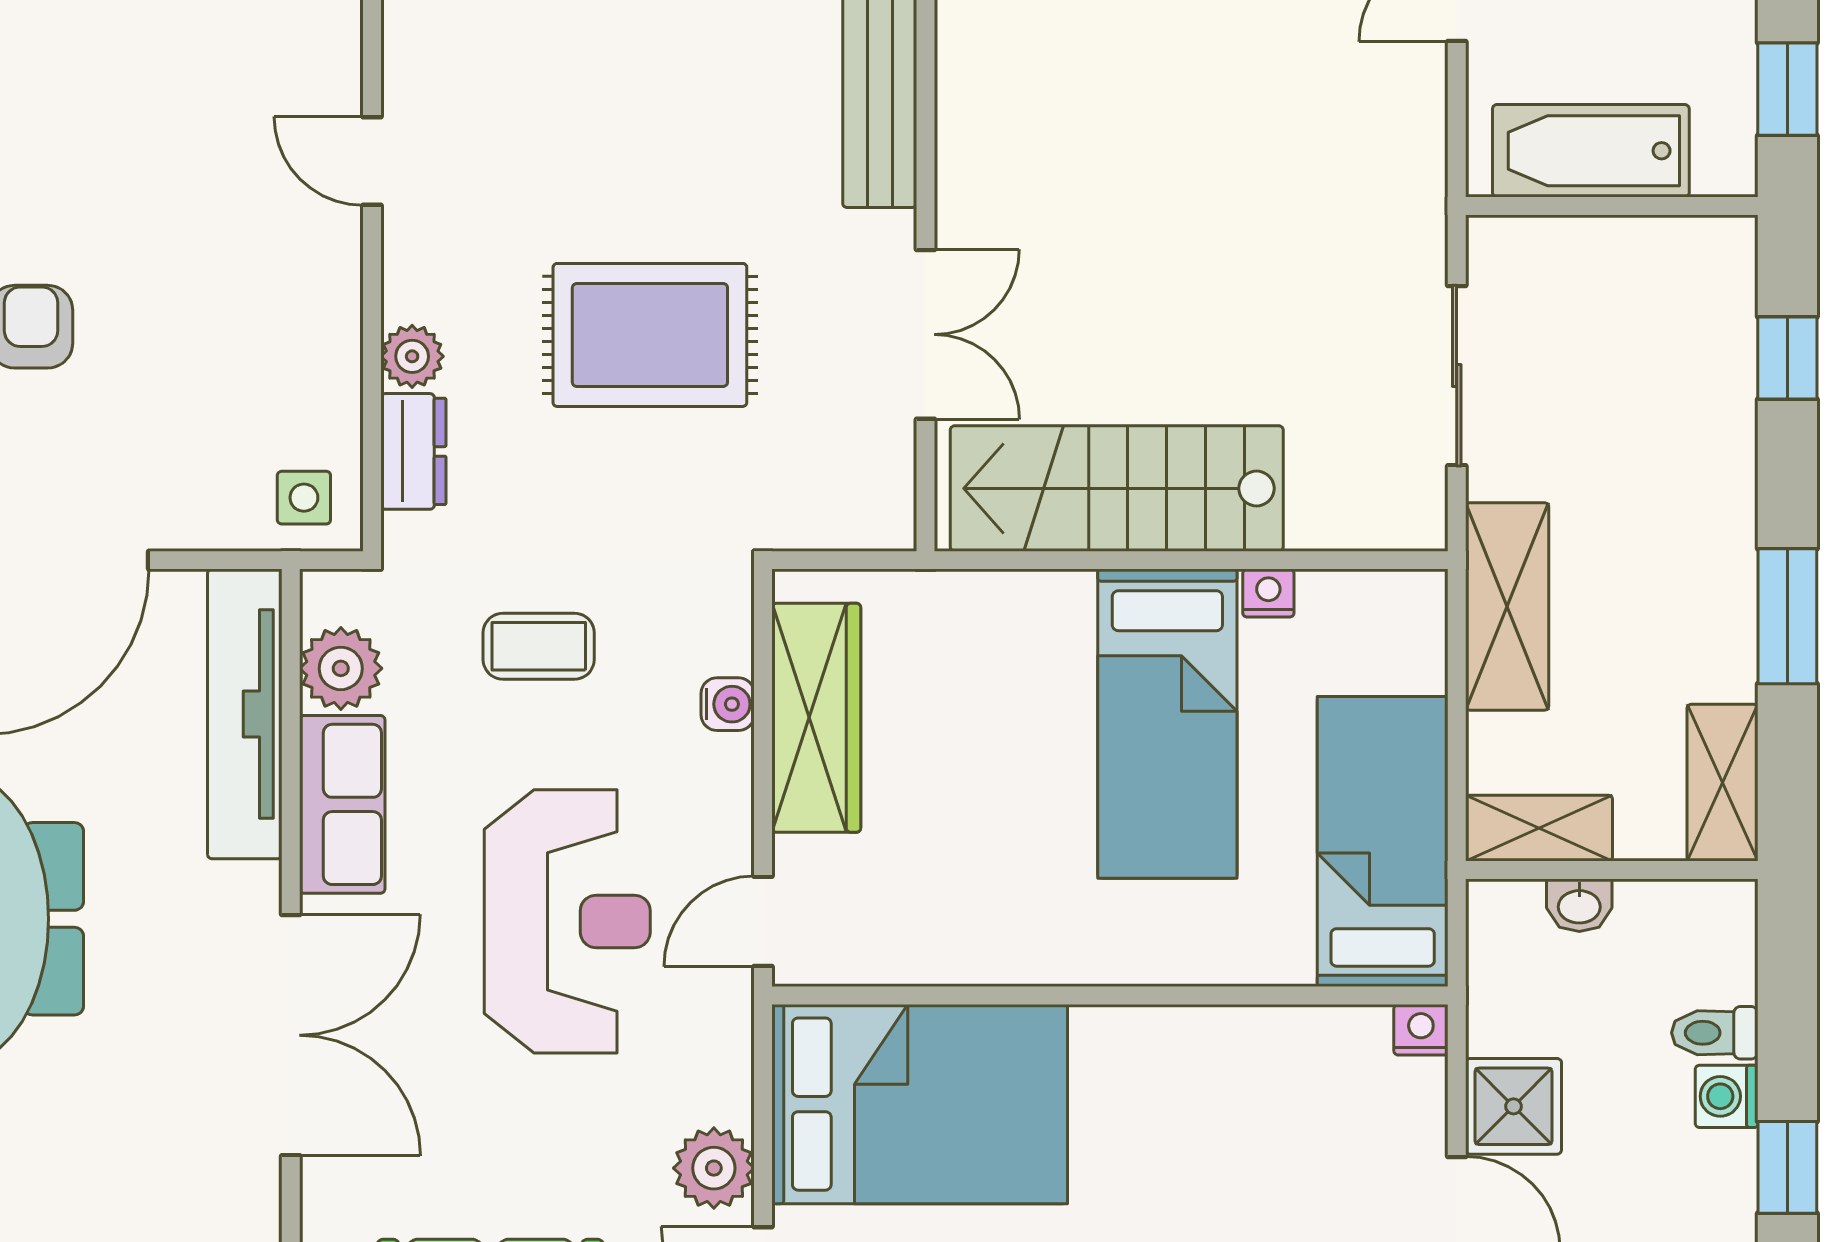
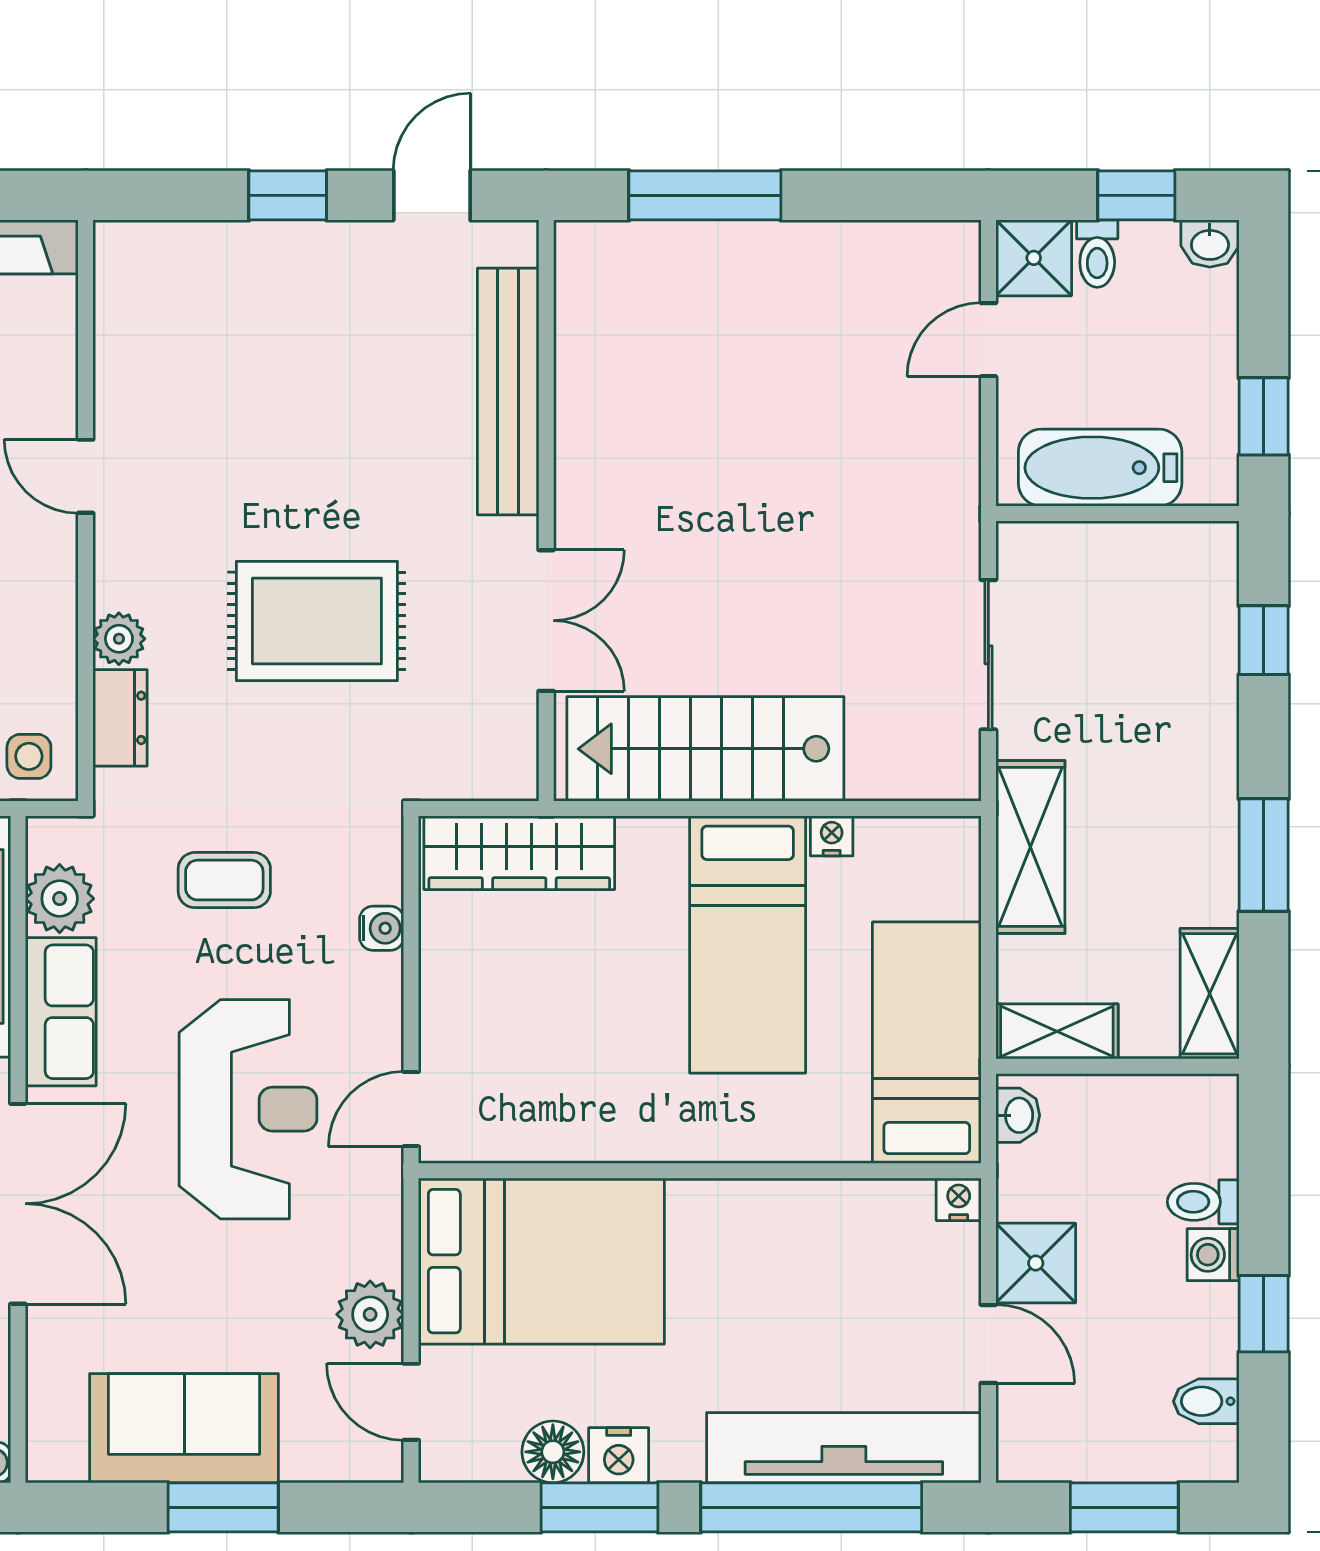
wardrobe: (816, 718) -> (519, 853), moved, turned 90
washbasin: (1579, 905) -> (1018, 1115), moved, turned -90

